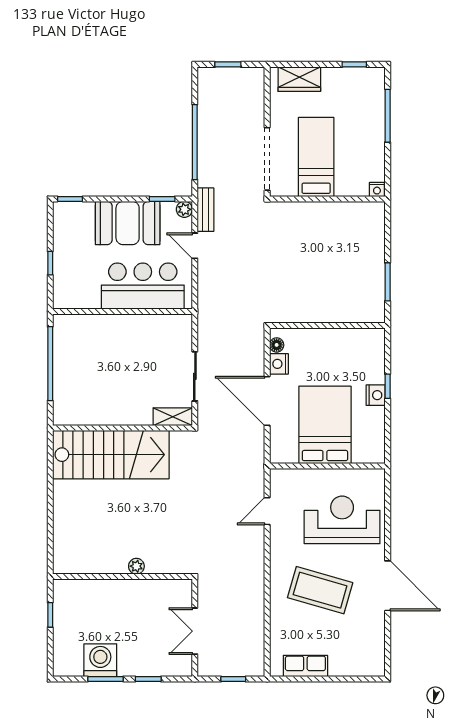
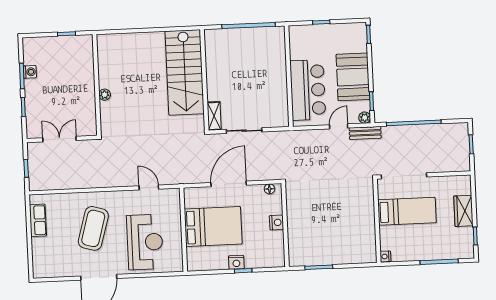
wardrobe: (299, 79) -> (463, 211), moved
nightstand: (279, 364) -> (277, 222), moved, turned 90
washing machine: (100, 660) -> (30, 72), width x0.53, depth x0.53

